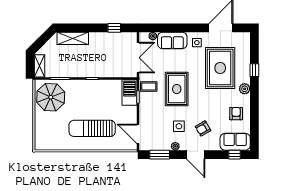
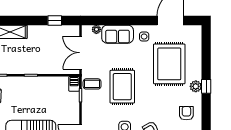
double door: (138, 58) -> (80, 53), swing flipped
window: (254, 70) -> (206, 86), moved
barbecue: (130, 93) -> (74, 84), width x0.53, depth x0.65

